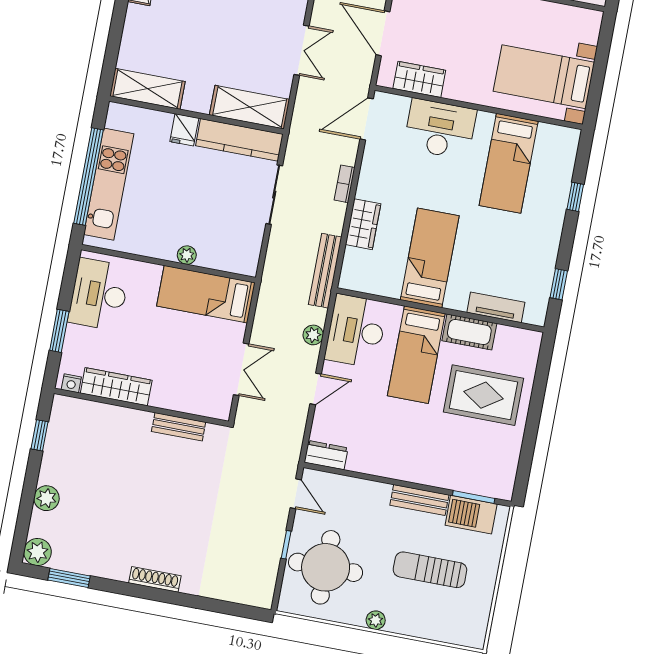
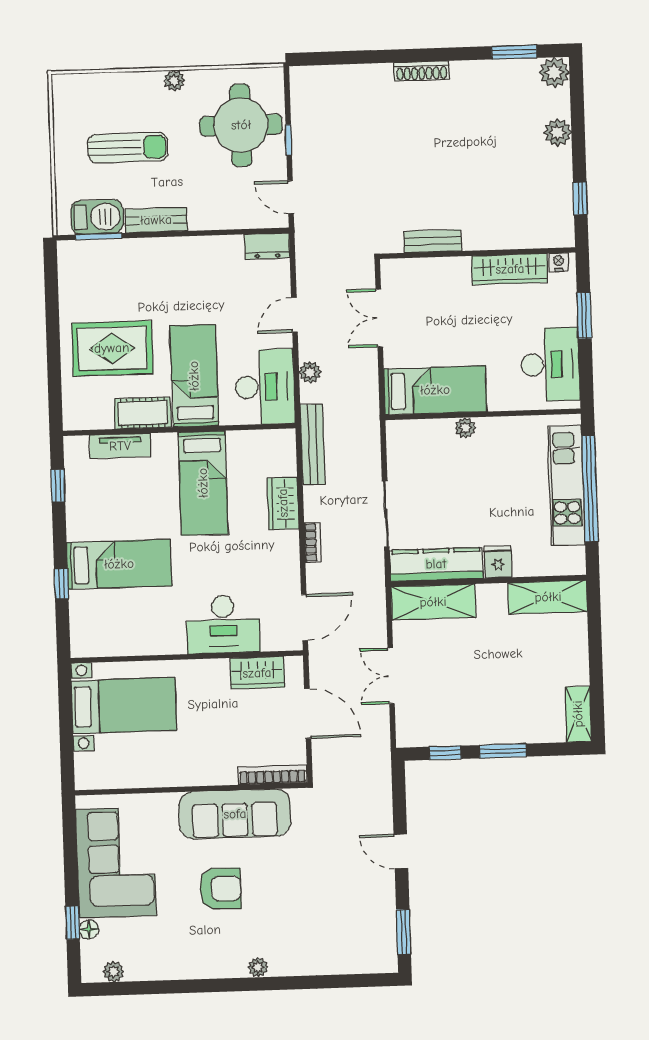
bed: (509, 163) -> (119, 564), moved, turned 90

